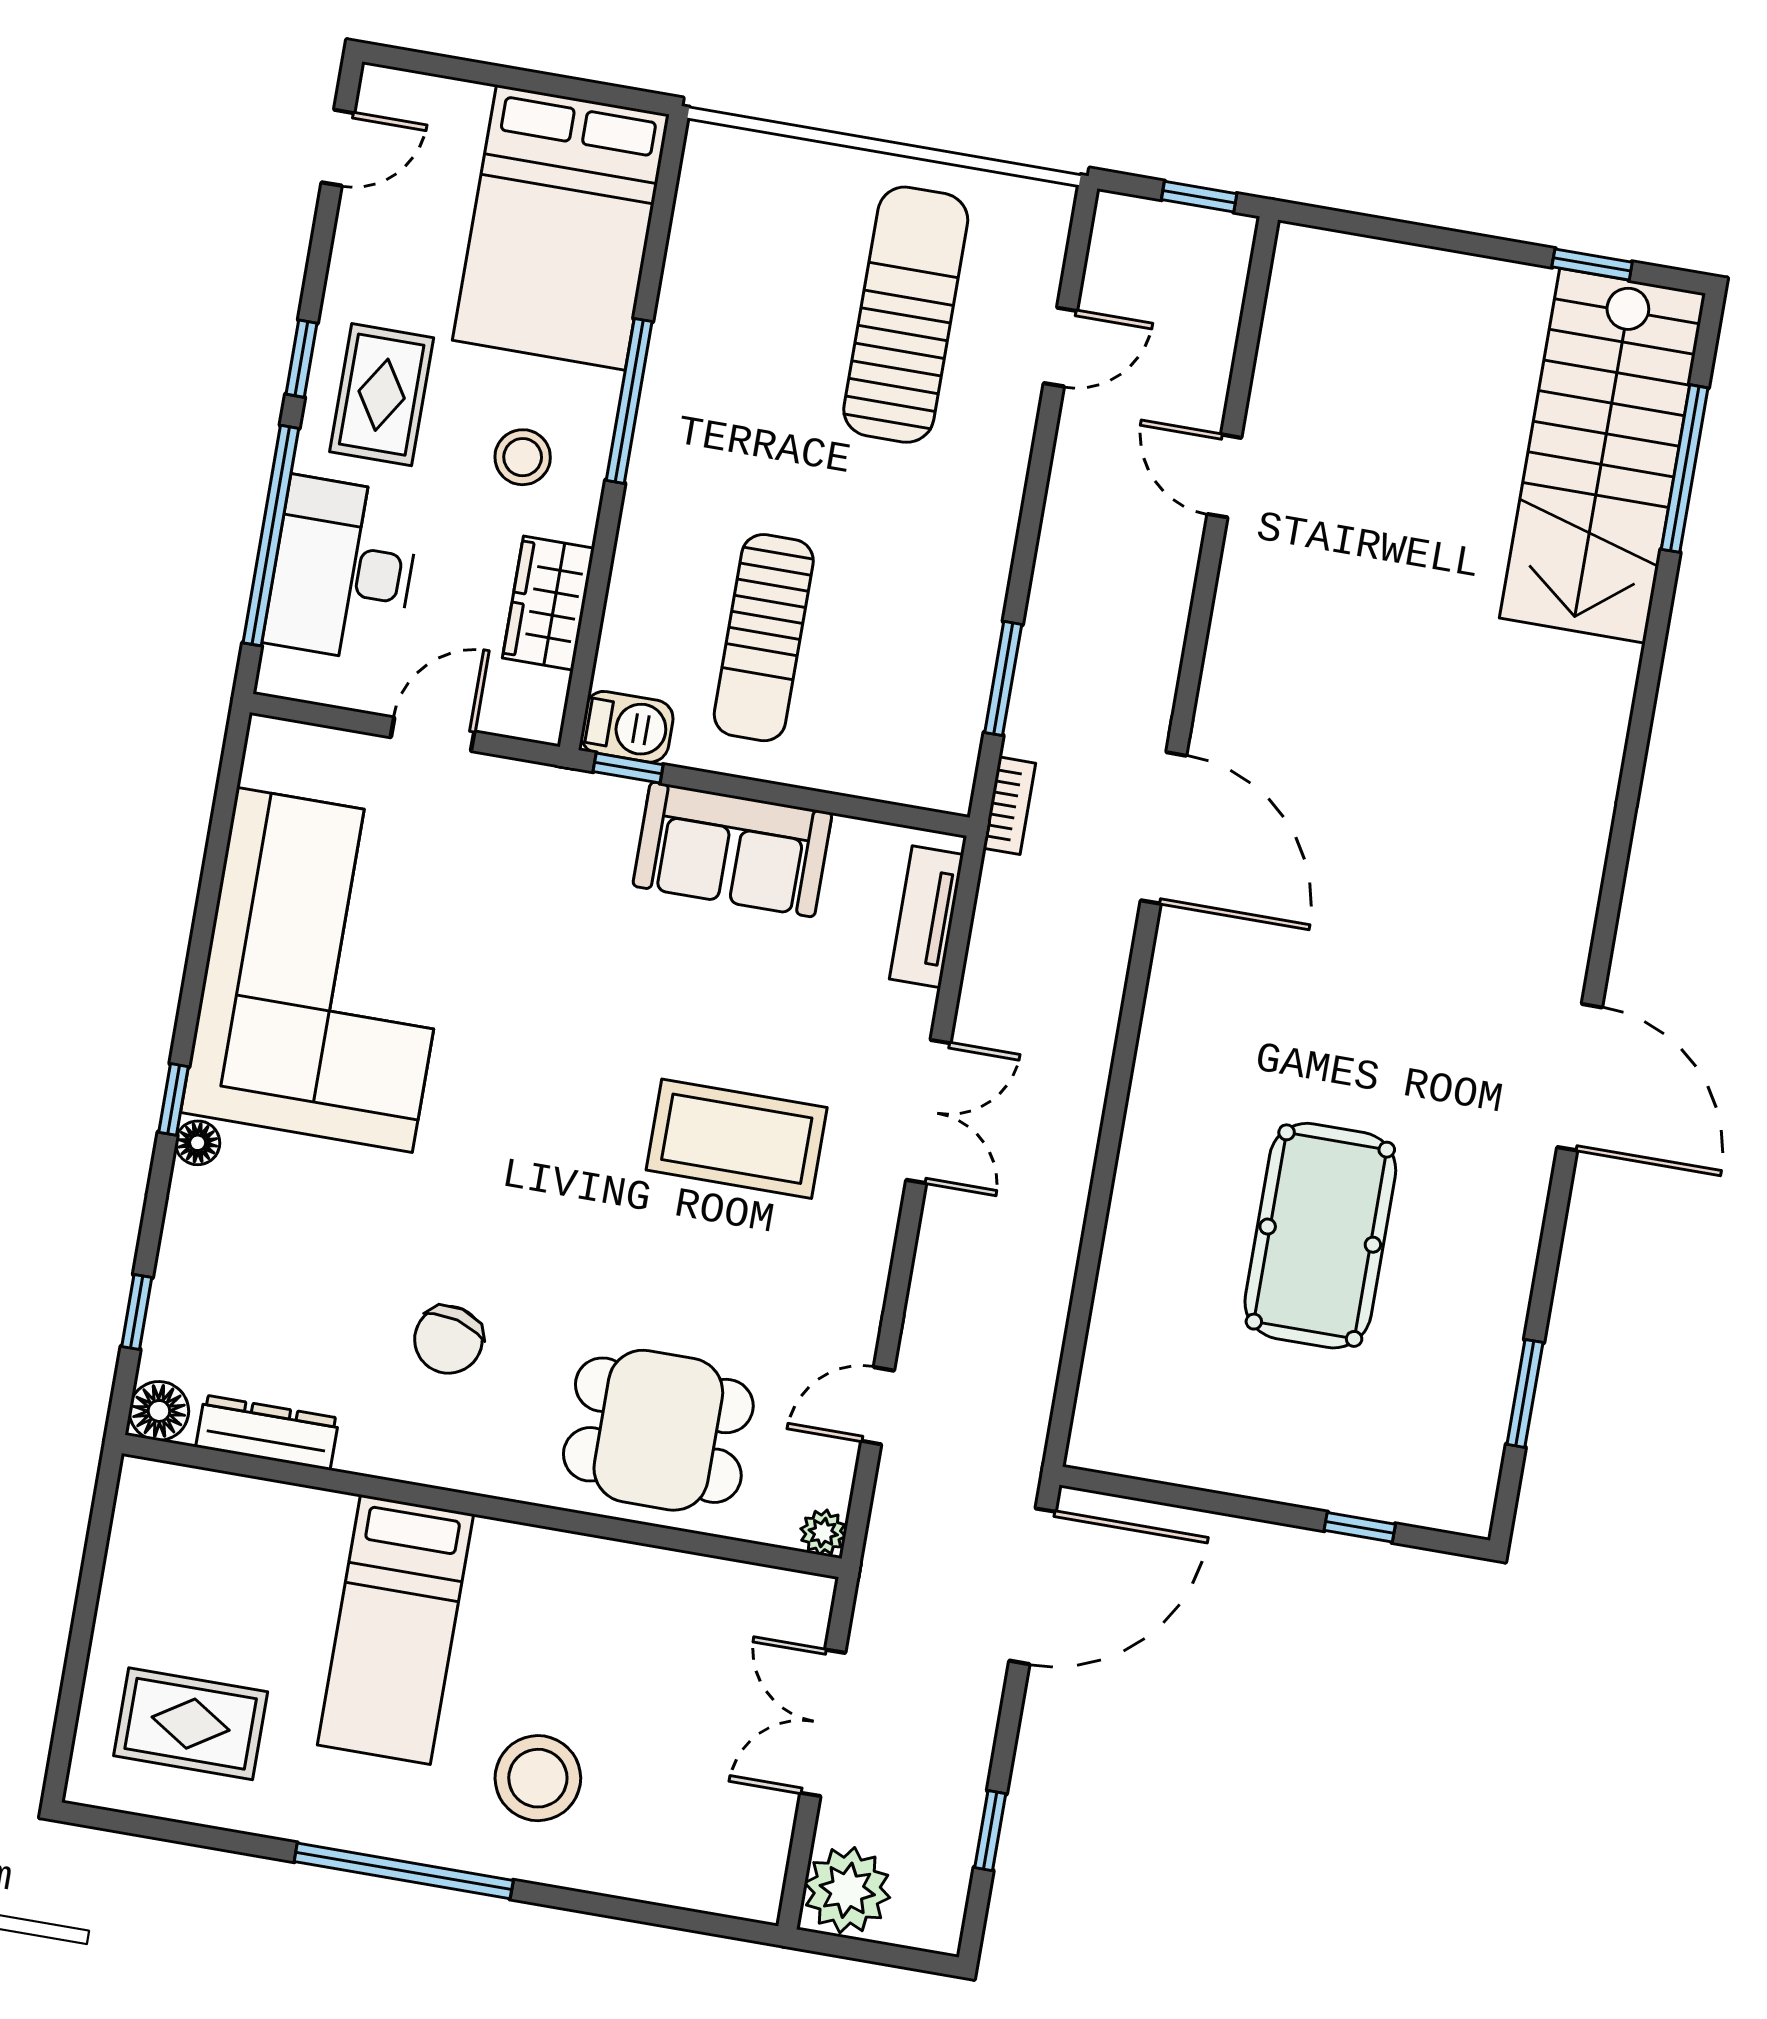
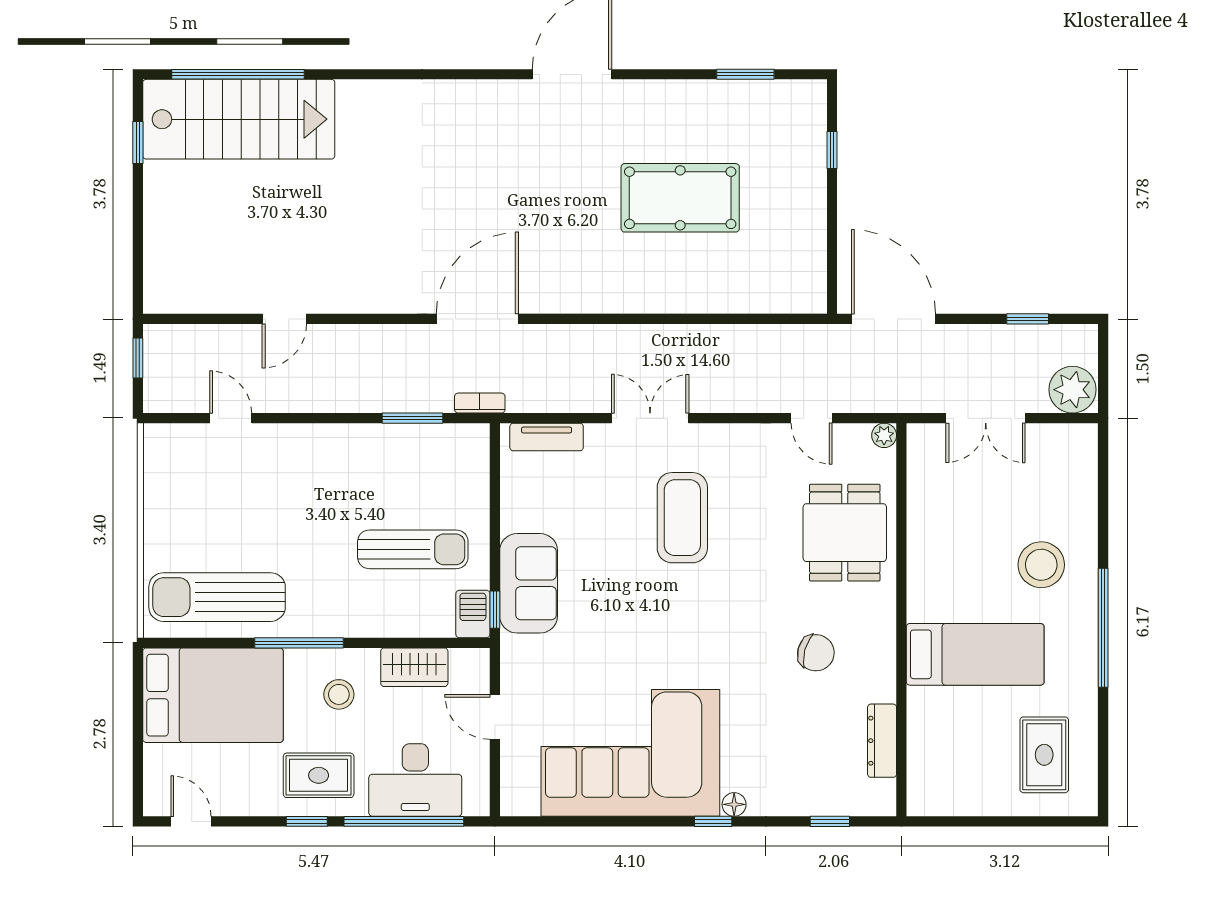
sun lounger: (906, 315) -> (217, 597), moved
window: (1685, 469) -> (238, 74), width x1.46
sofa: (732, 849) -> (529, 583), moved
floor lamp: (159, 1411) -> (880, 800), removed

